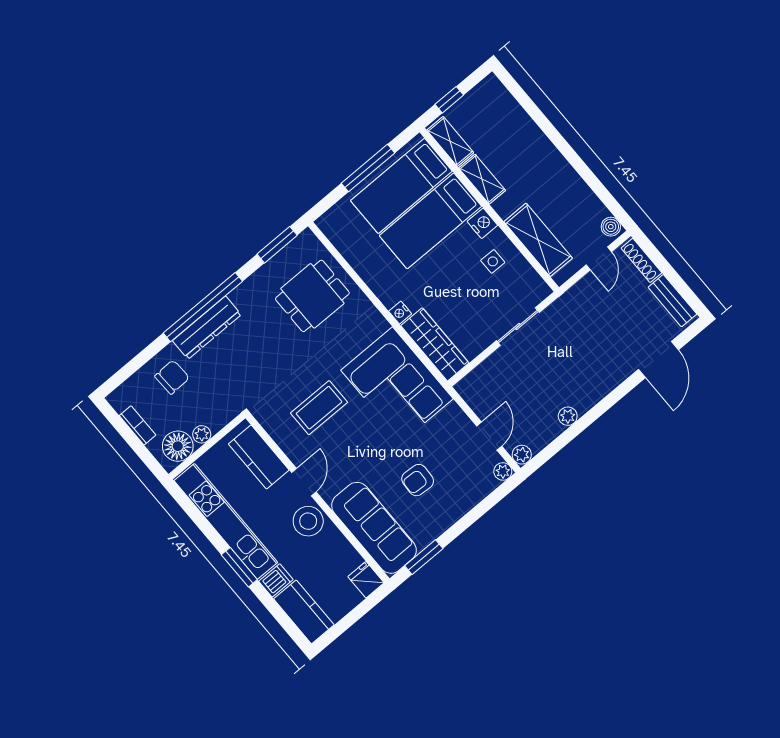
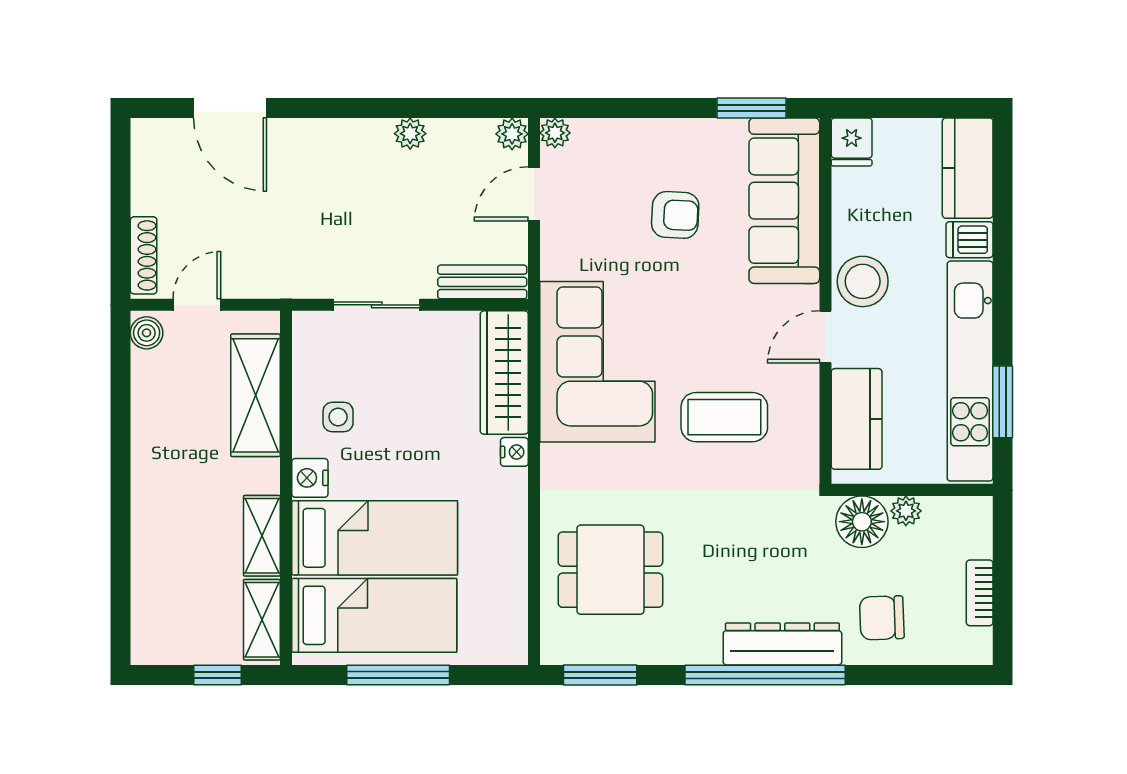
bench: (672, 301) -> (482, 282), moved, turned 90
door: (658, 360) -> (230, 108), swing flipped
floor lamp: (178, 446) -> (862, 522), moved
window: (239, 567) -> (1003, 402), moved

